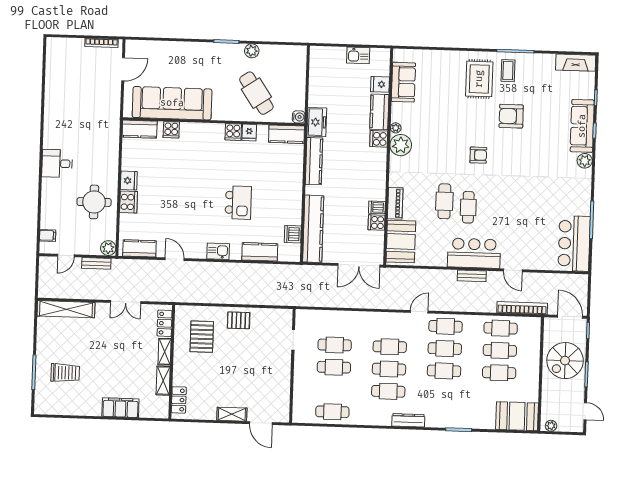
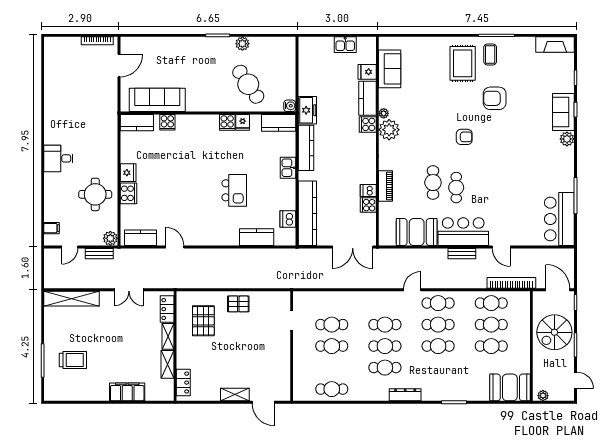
sofa: (172, 103) -> (157, 100), width x0.74, depth x0.79
sofa: (582, 126) -> (563, 112), width x0.73
booth: (401, 242) -> (417, 232), moved, turned 90
kitchen sink: (218, 251) -> (288, 168), moved, turned -90

